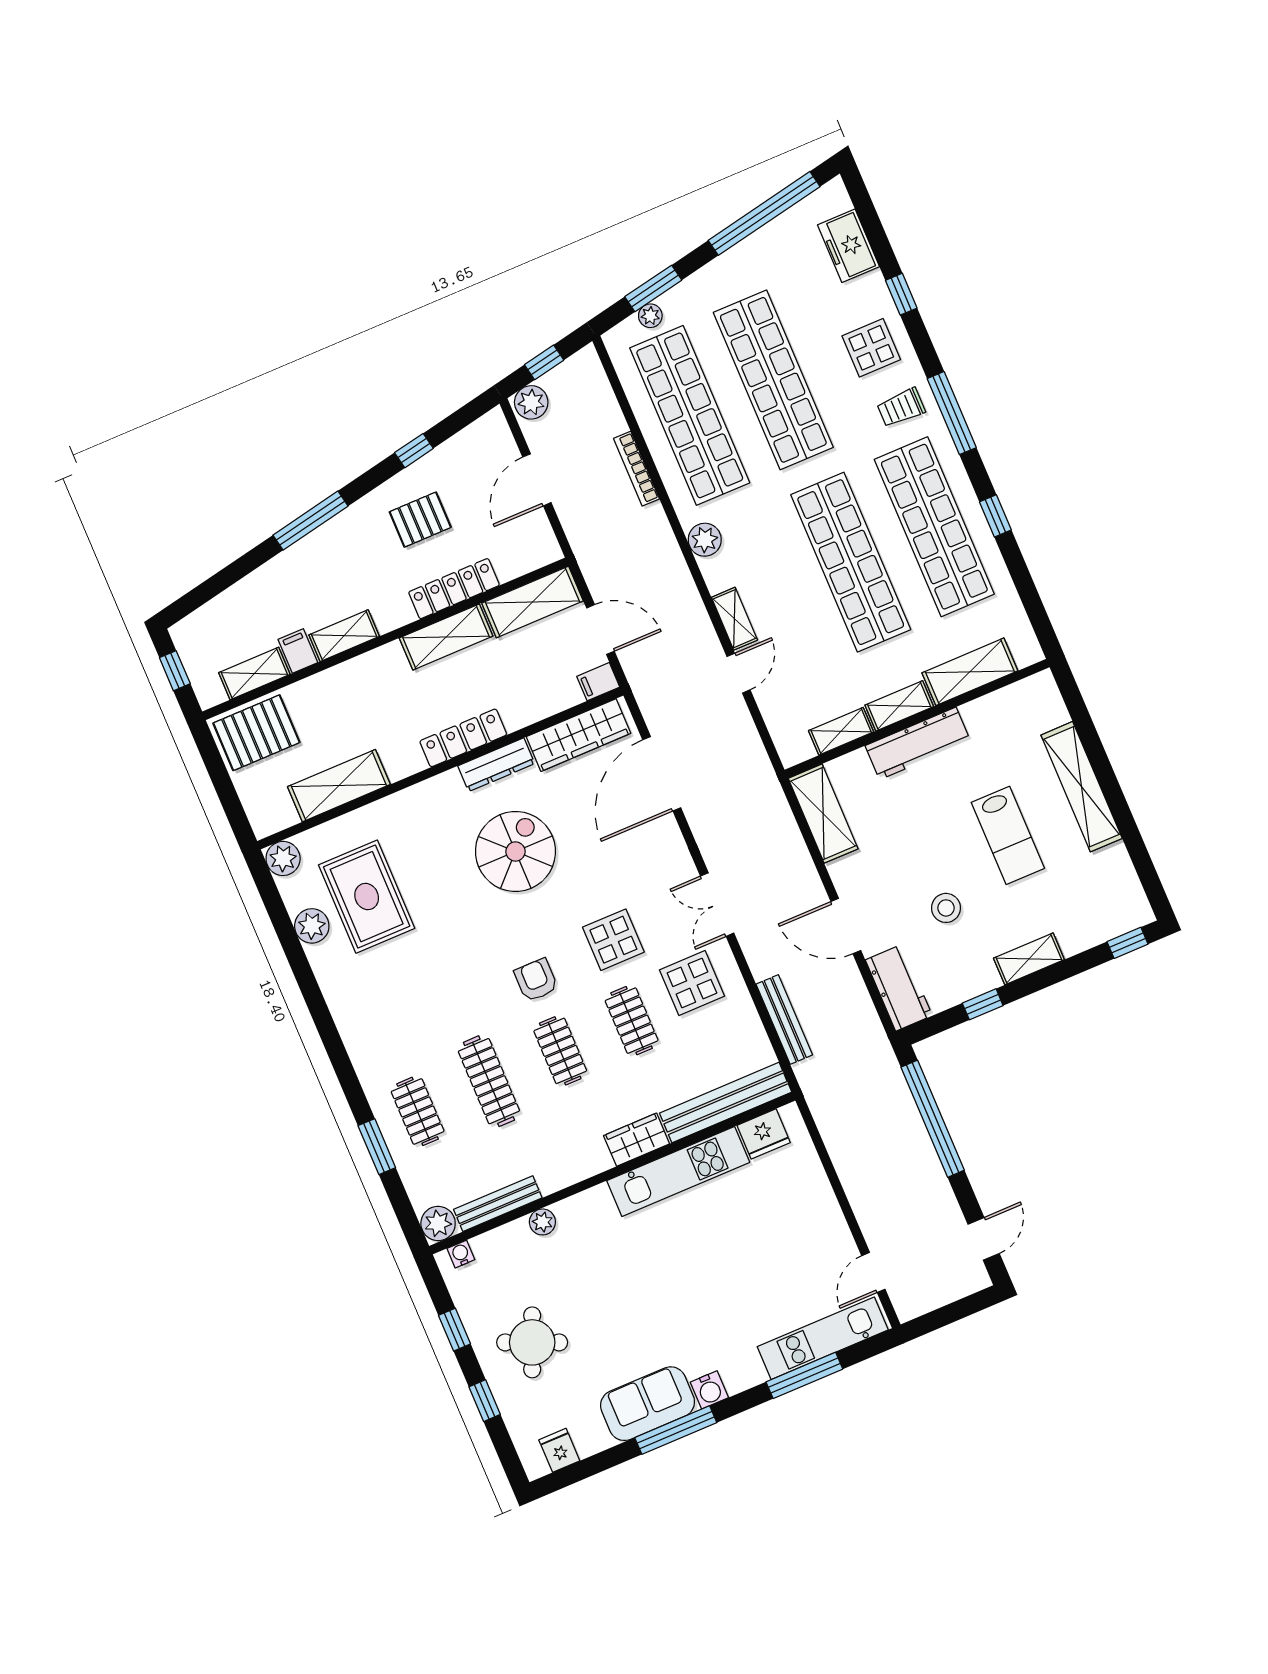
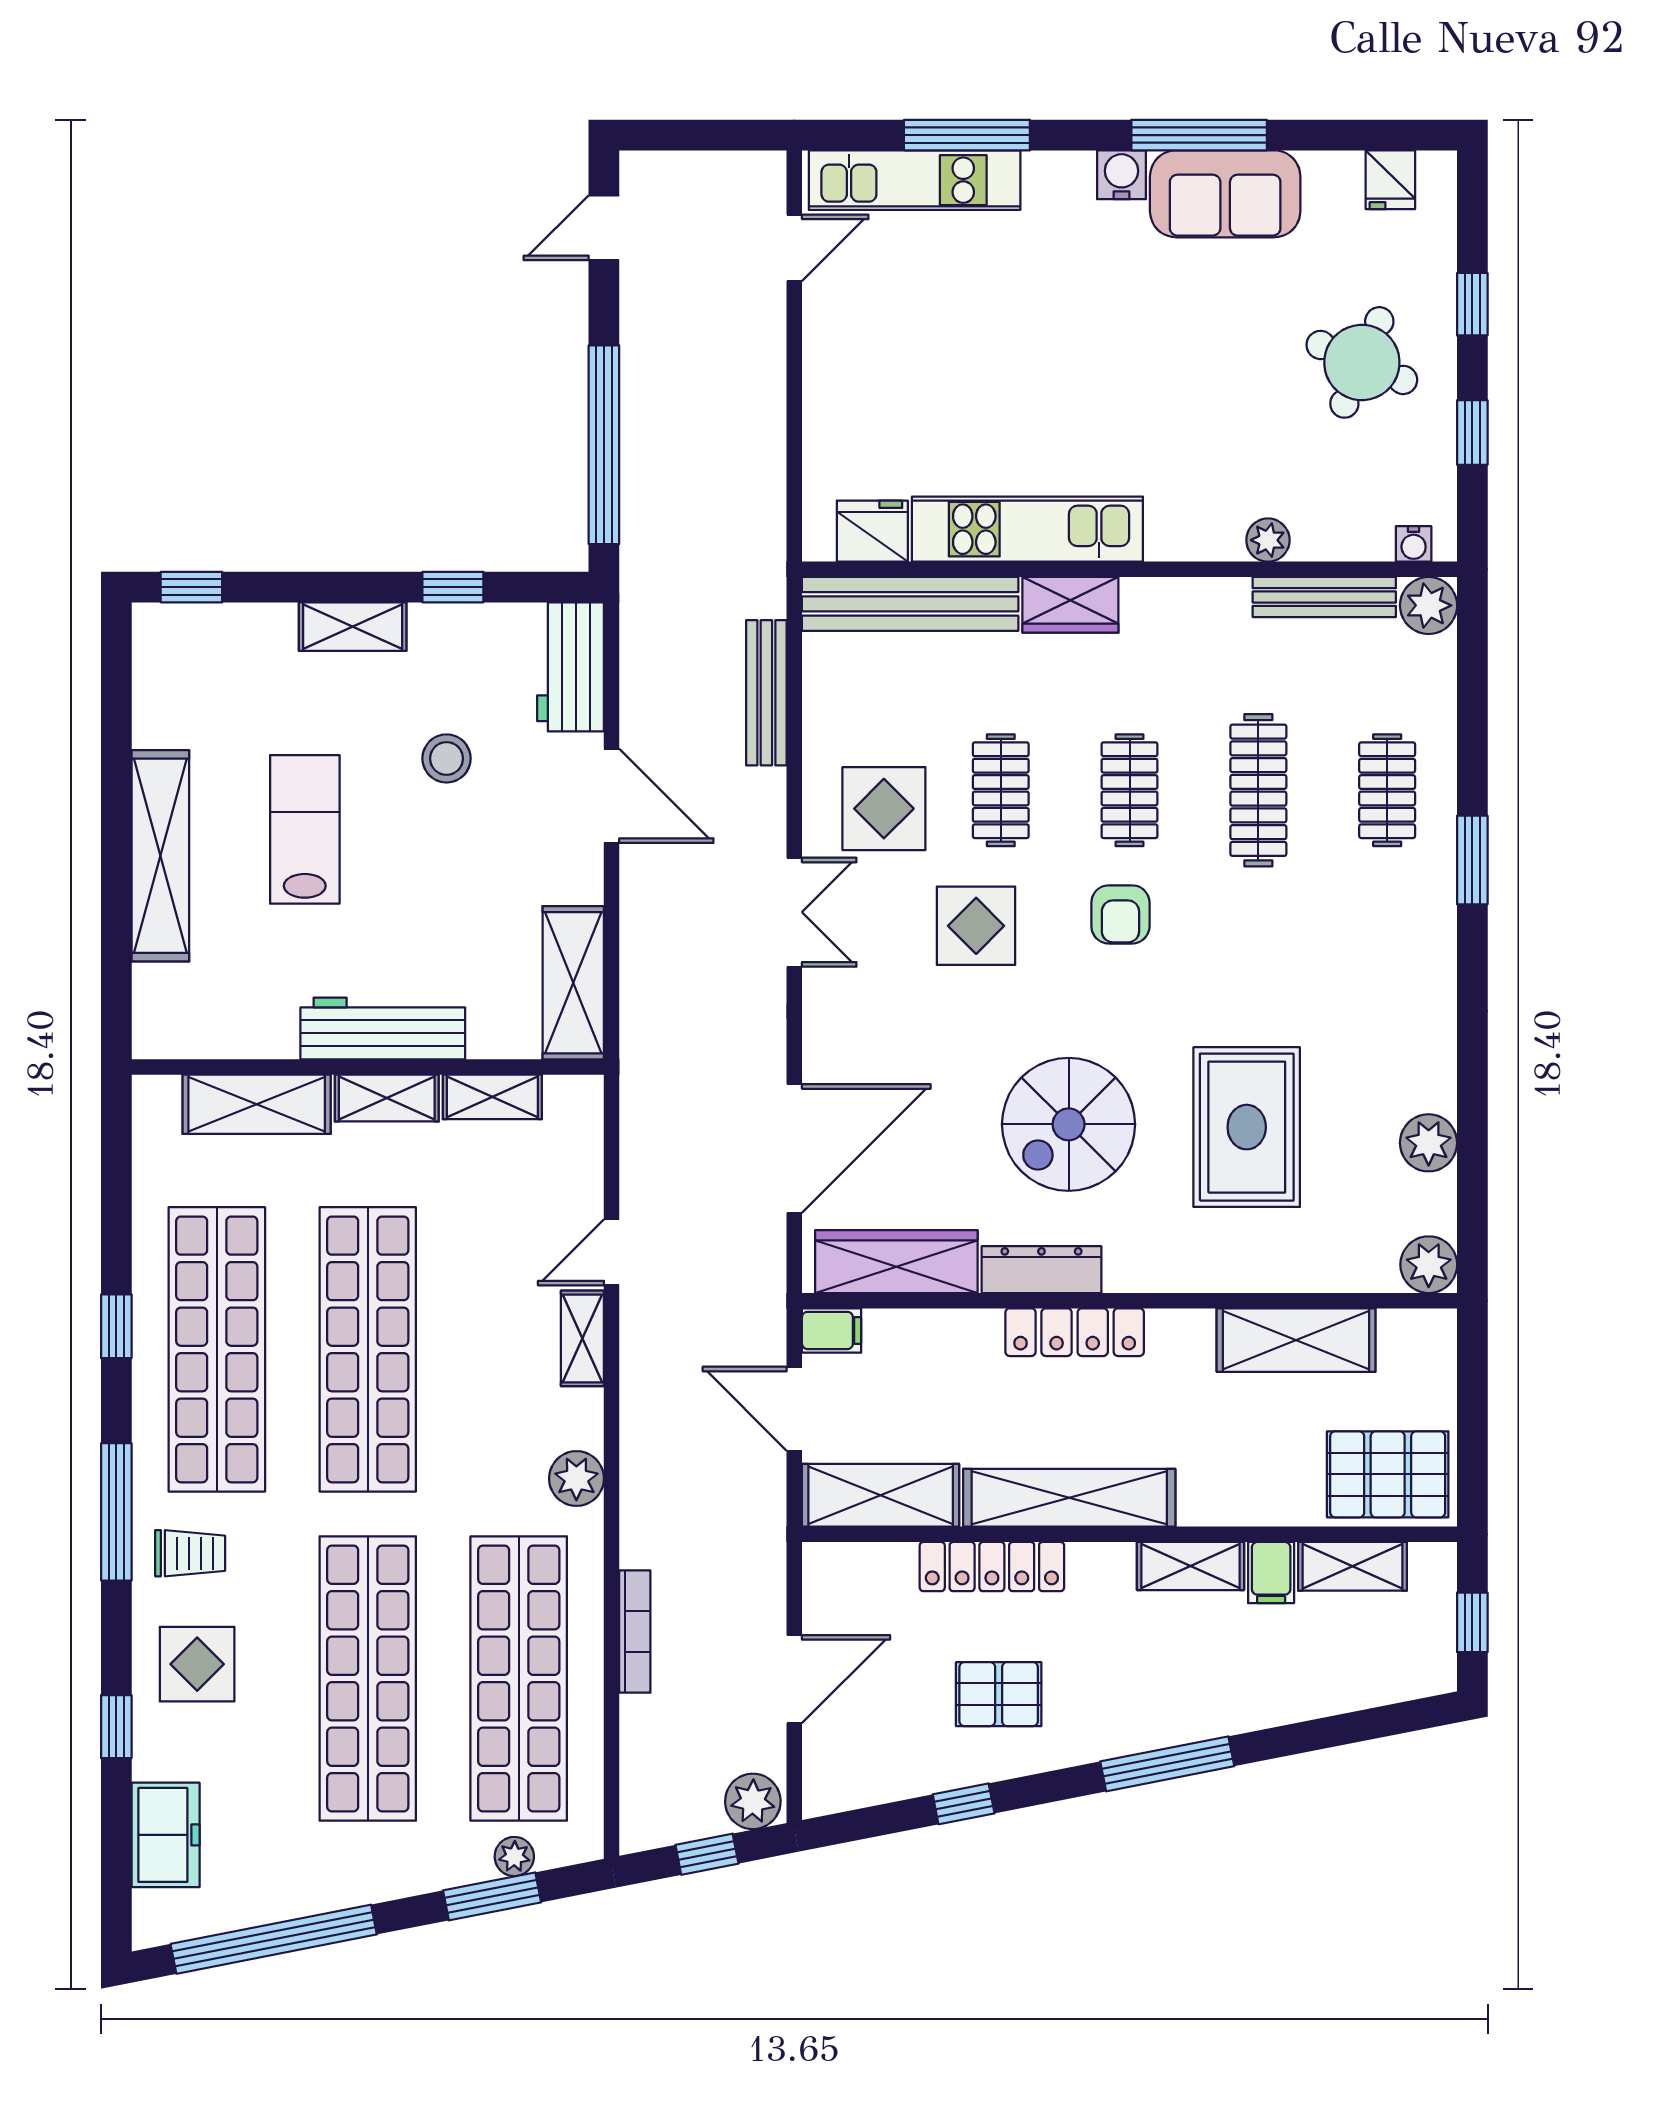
shelving: (446, 637) -> (1069, 1498), width x1.47
rug: (367, 897) -> (1247, 1127), moved
window: (377, 1147) -> (1472, 860), moved

